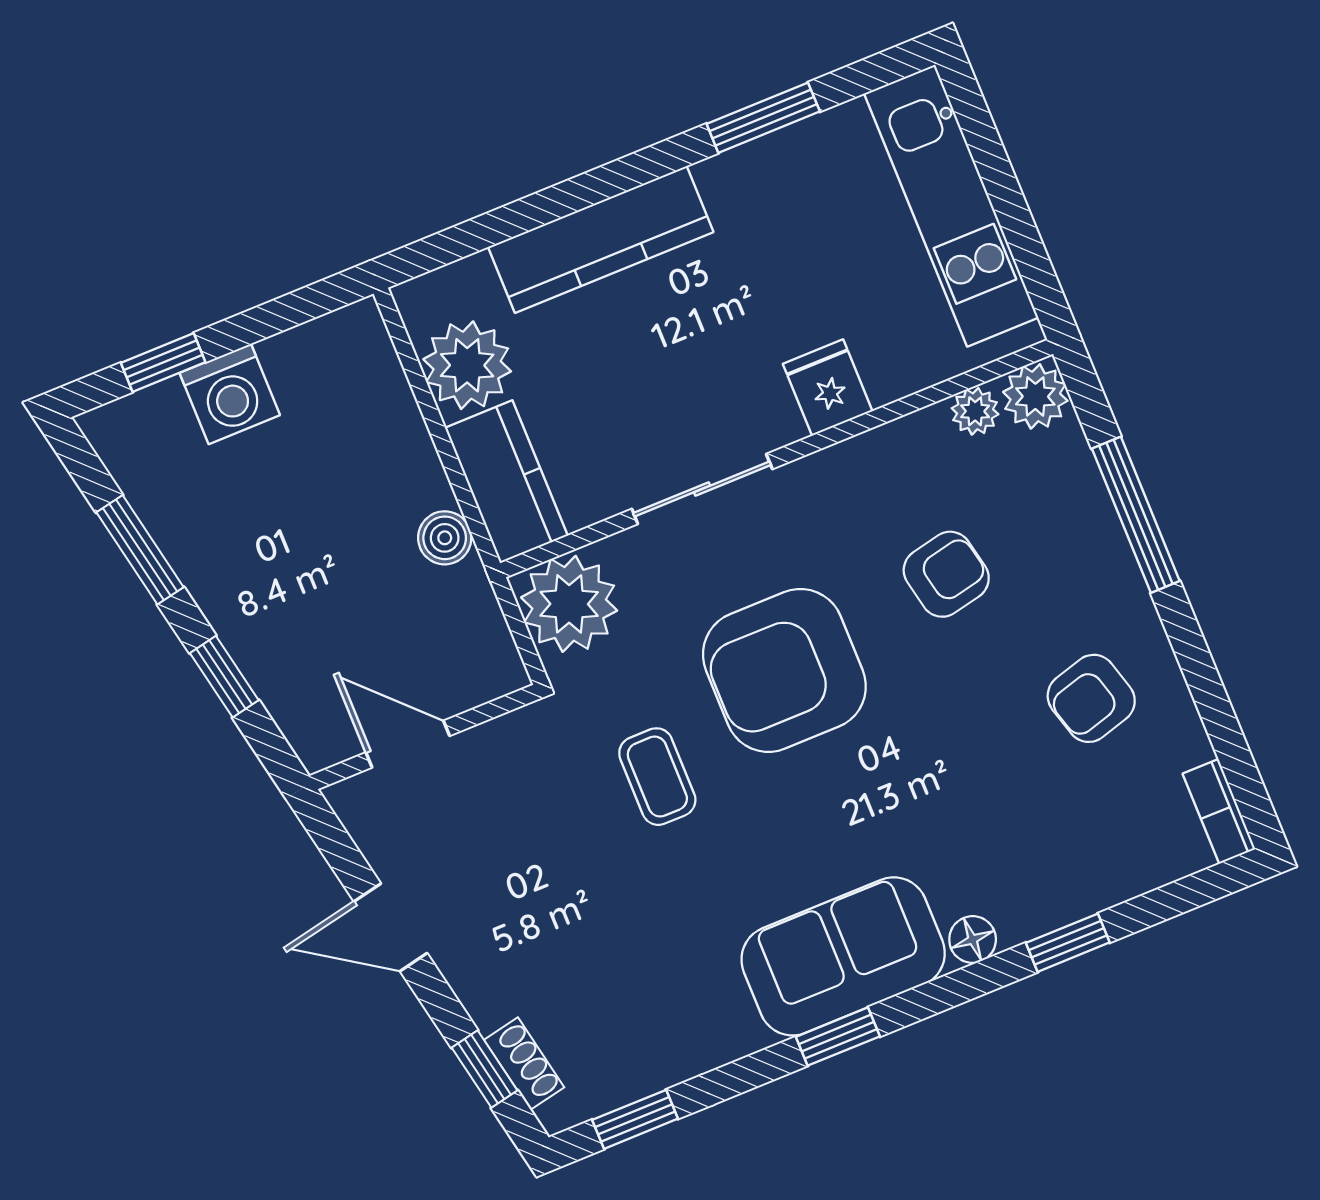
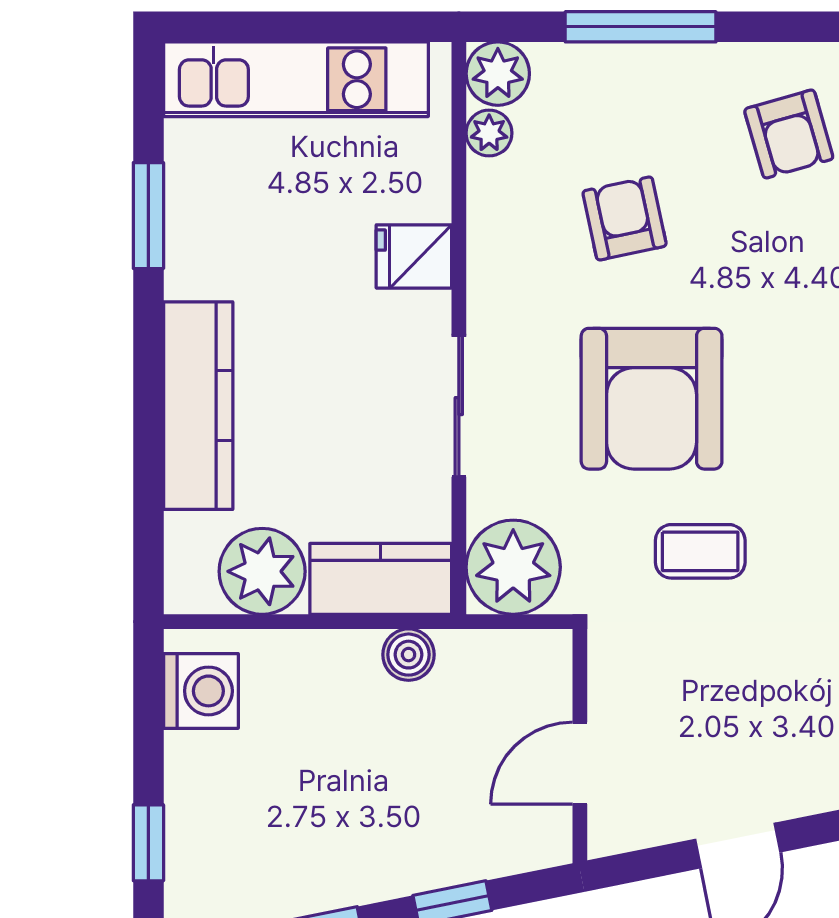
washing machine: (230, 394) -> (201, 691), moved

